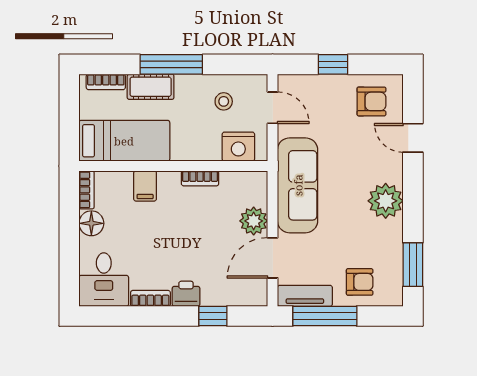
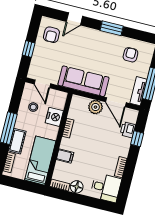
armchair: (371, 101) -> (51, 35), turned 180
door: (273, 108) -> (42, 84), swing flipped
nightstand: (238, 147) -> (54, 117), moved
plant: (386, 201) -> (102, 40), removed
window: (413, 265) -> (112, 28), moved
armchair: (360, 282) -> (130, 55), moved
printer: (186, 294) -> (128, 130), moved

